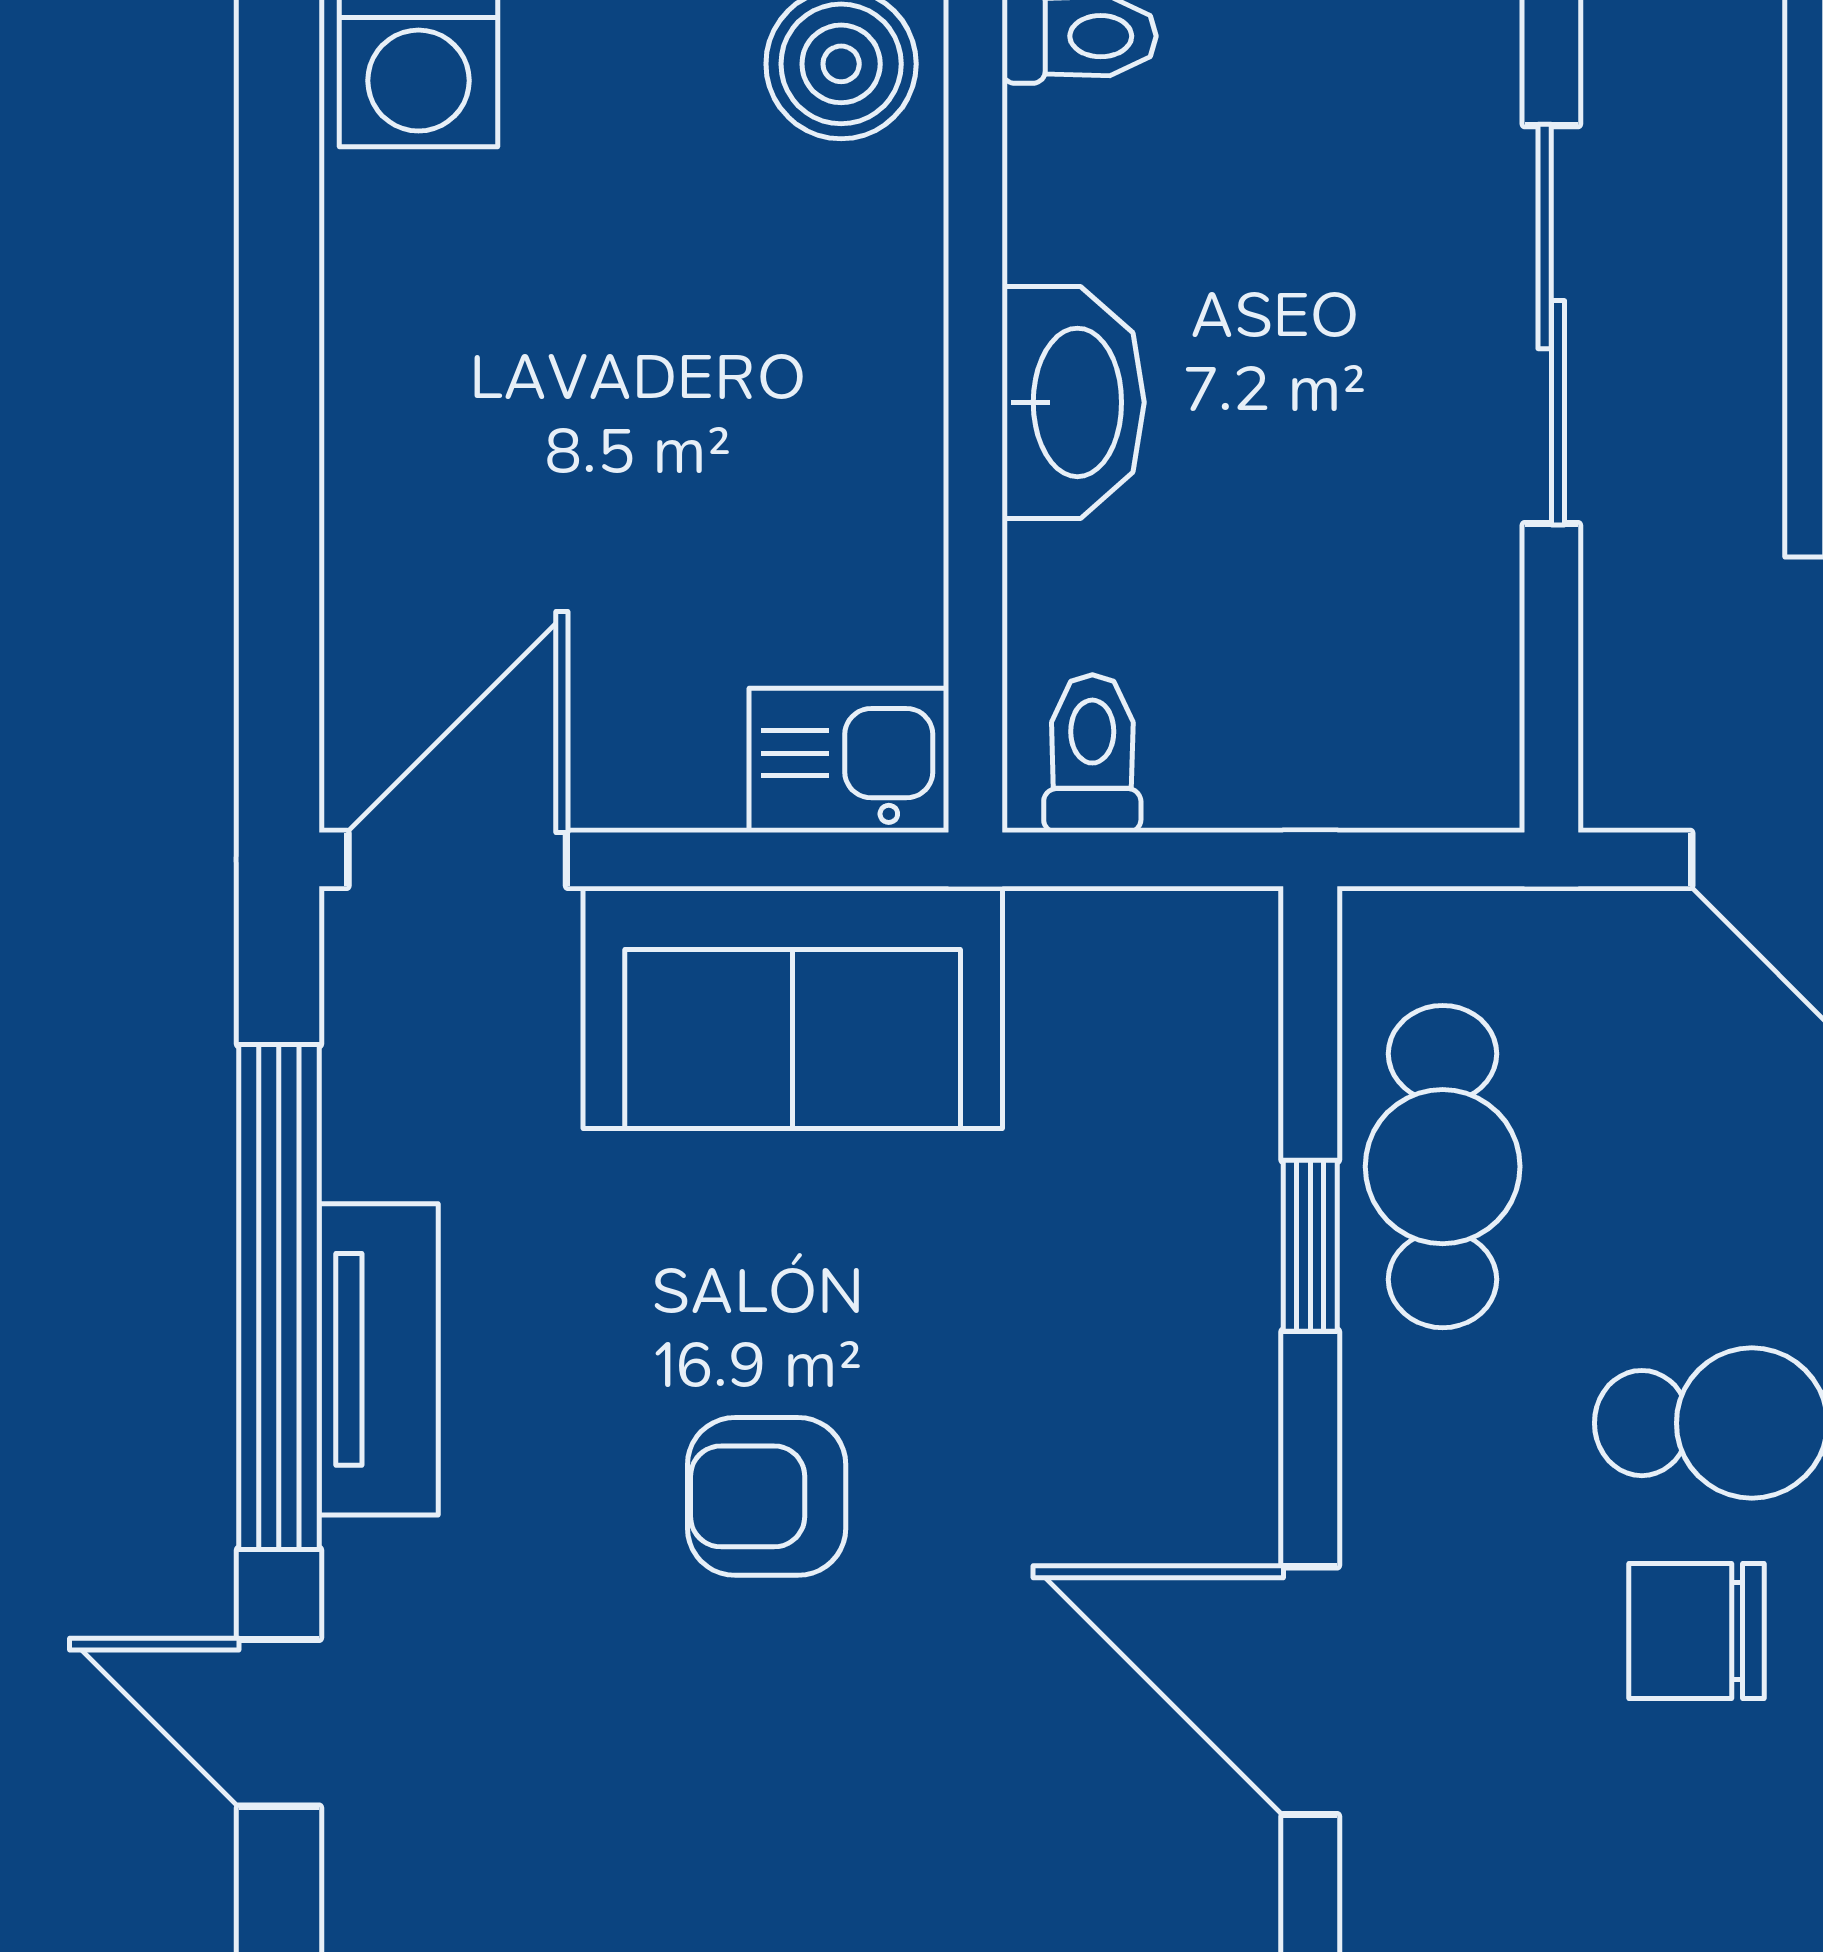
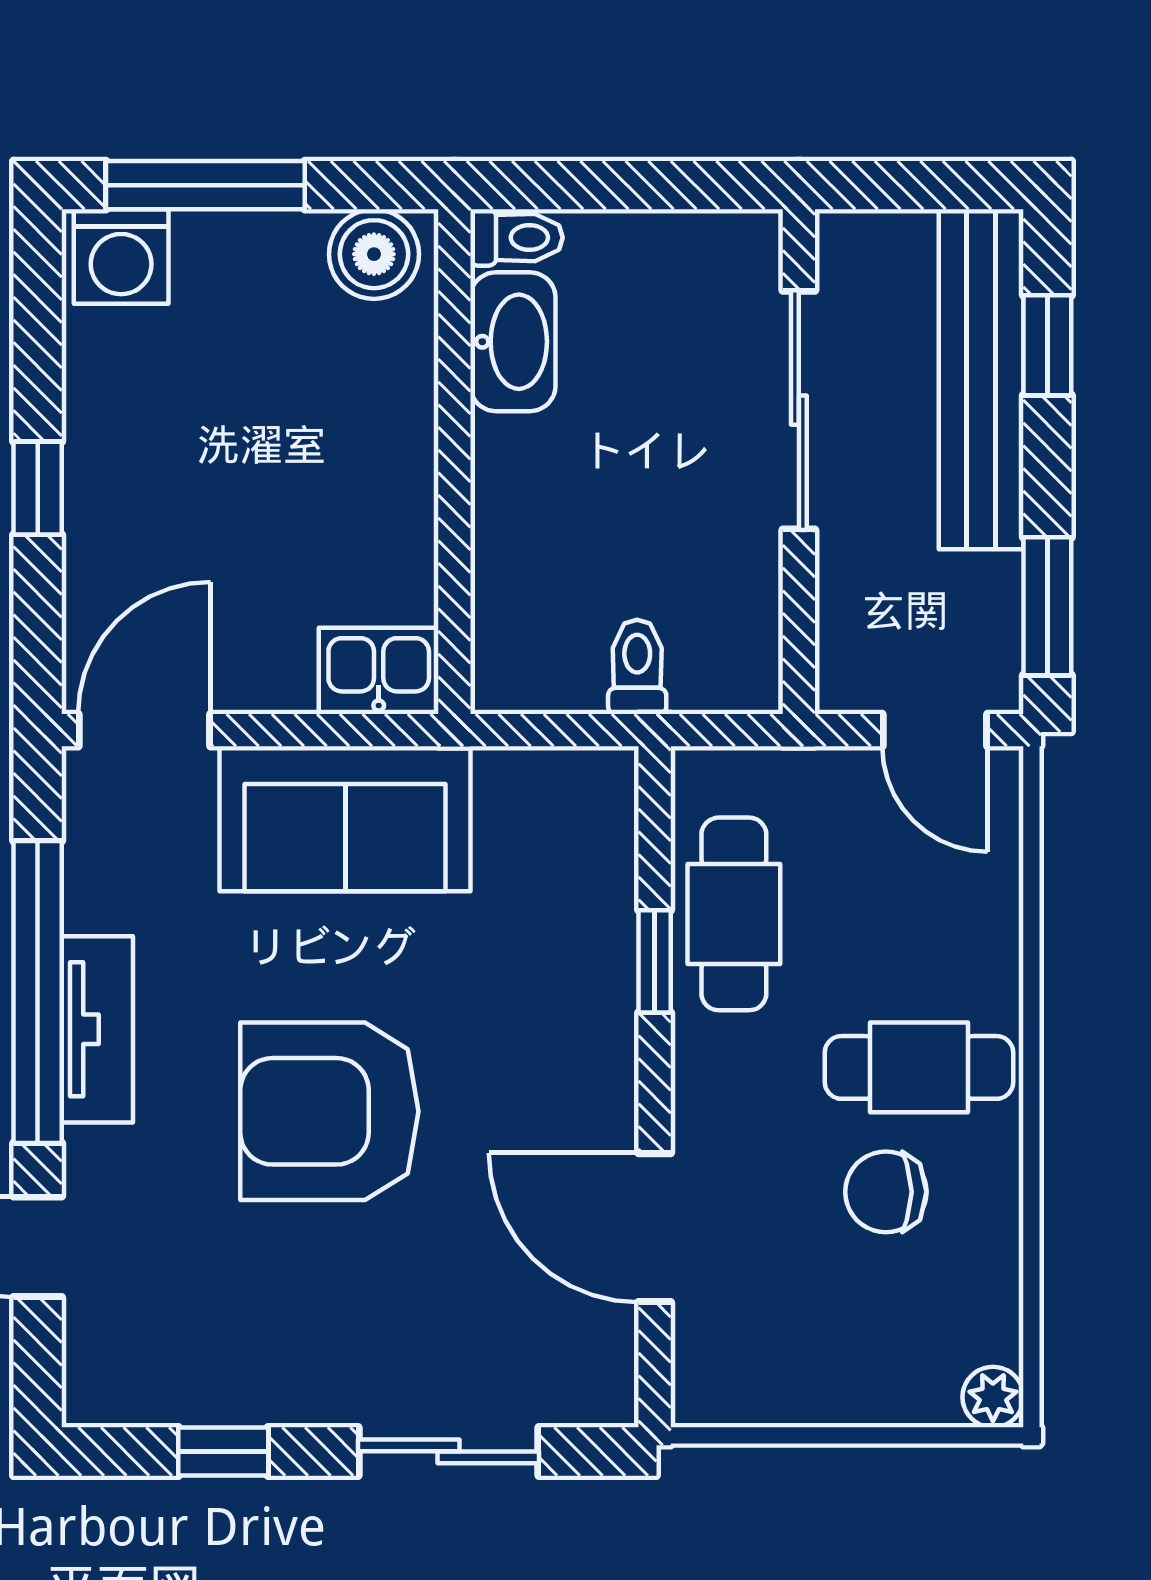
washbasin: (1073, 402) -> (513, 342), moved
window: (279, 455) -> (38, 488), added
toilet: (1092, 754) -> (637, 667), moved
armchair: (767, 1496) -> (329, 1111), width x1.88, depth x1.88

